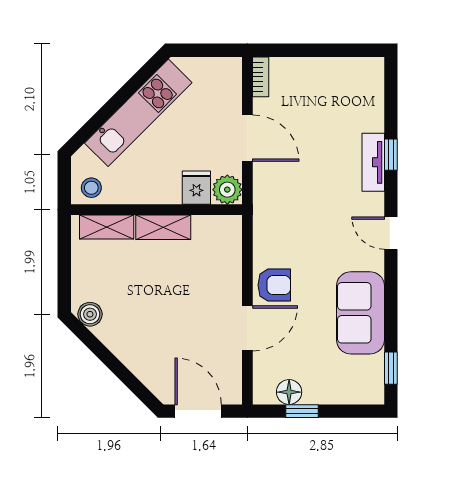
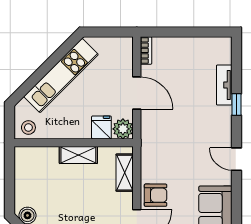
tv unit: (373, 162) -> (224, 85), moved
shelving: (107, 227) -> (125, 173), moved, turned 90

